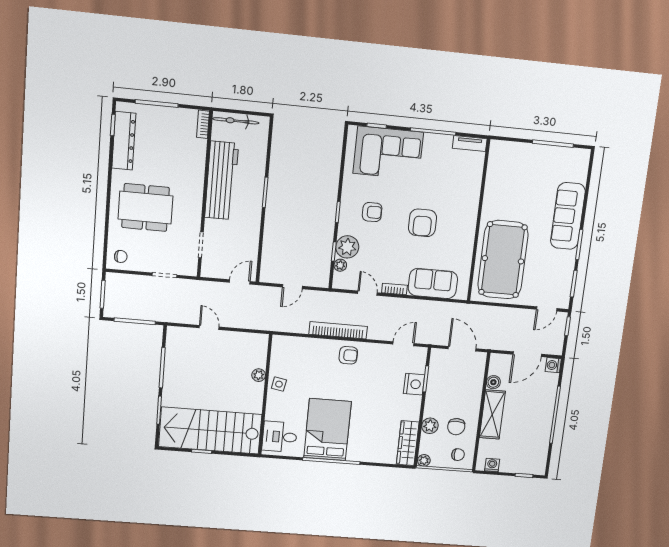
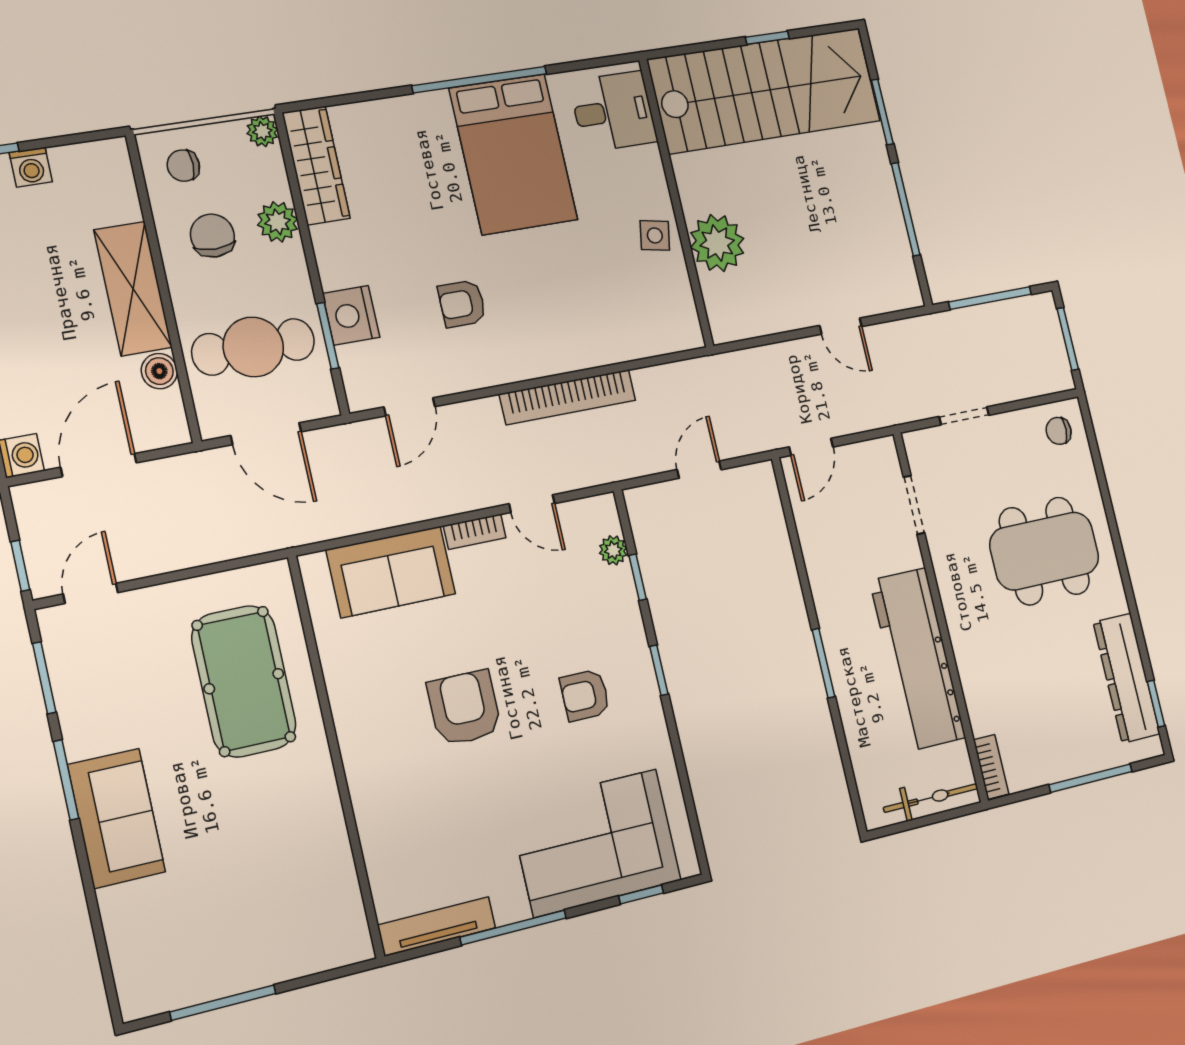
tv unit: (470, 143) -> (437, 926), width x1.41
sofa: (568, 216) -> (116, 818), width x0.73
plant: (347, 247) -> (612, 597), removed
pool table: (503, 260) -> (244, 681), width x0.73, depth x0.76
armchair: (348, 355) -> (462, 304), moved
plant: (259, 375) -> (717, 243), width x1.88, depth x1.88
cafe table: (456, 382) -> (253, 347), added
washing machine: (492, 465) -> (31, 167), moved

